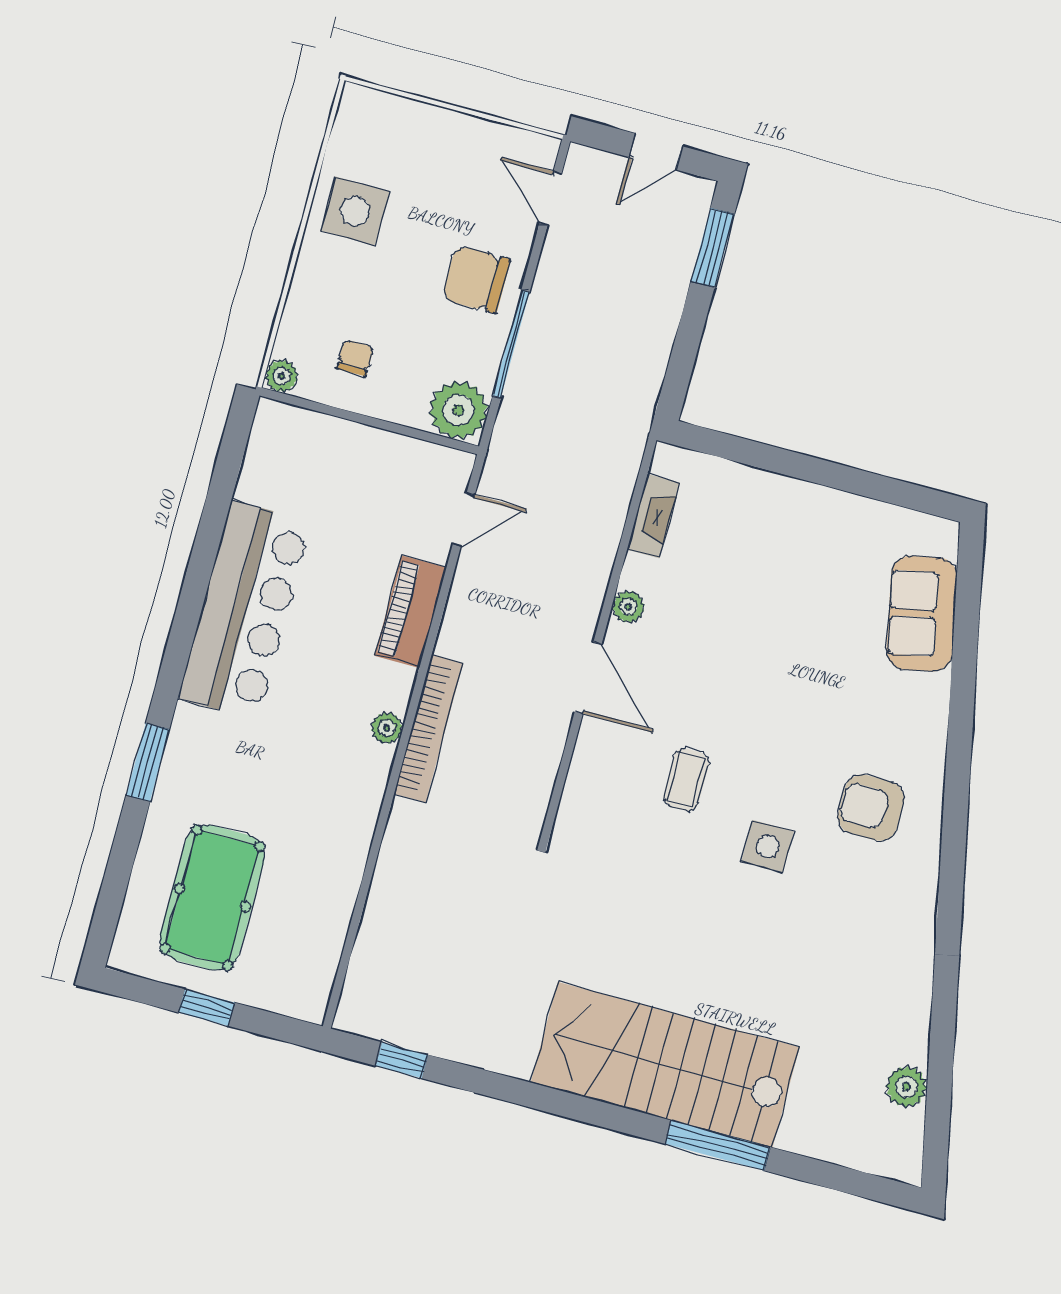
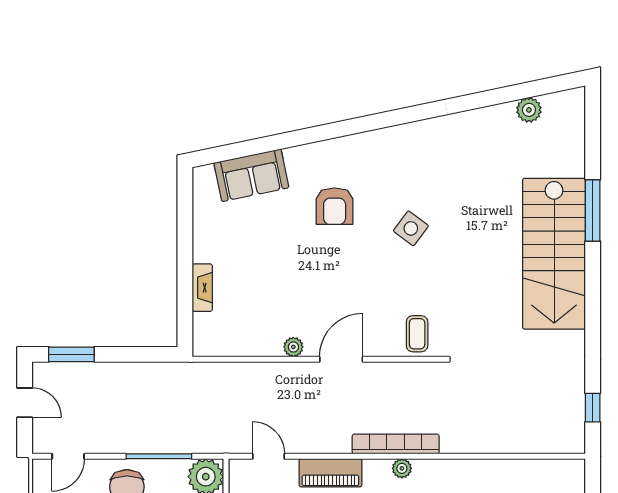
fireplace: (653, 516) -> (202, 288), moved, turned 90
coffee table: (686, 780) -> (417, 334), moved, turned 90
armchair: (871, 808) -> (335, 206), moved
side table: (768, 846) -> (411, 228), turned 37

